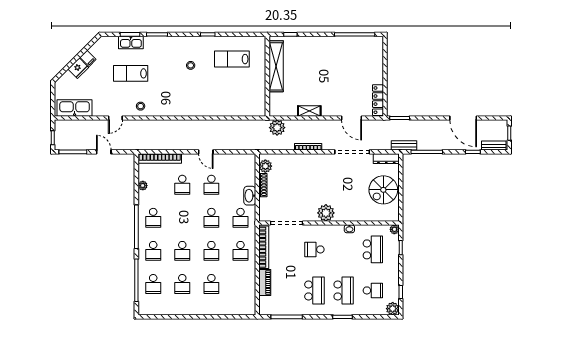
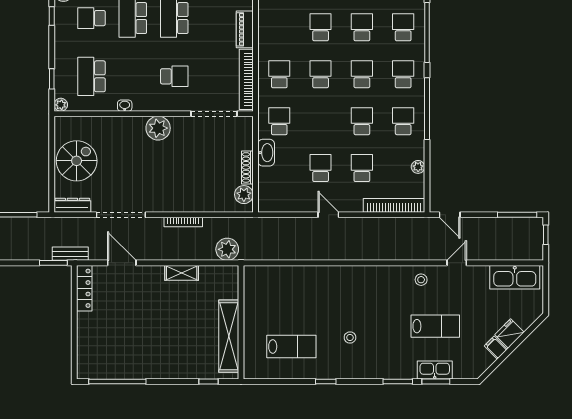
bench: (404, 145) -> (70, 254), moved
door: (104, 152) -> (450, 215), moved
school desk: (211, 218) -> (362, 121), moved

